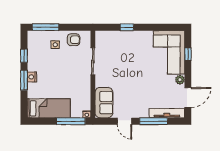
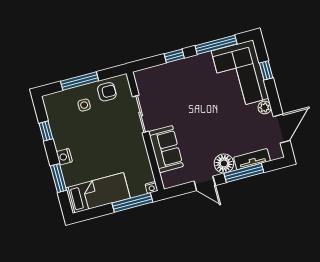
window: (46, 27) -> (80, 81), moved
window: (158, 27) -> (216, 45), added
window: (24, 80) -> (58, 178), moved
sofa: (104, 103) -> (166, 149), moved
floor lamp: (141, 111) -> (224, 163), added
tv unit: (167, 113) -> (252, 159), width x0.71

